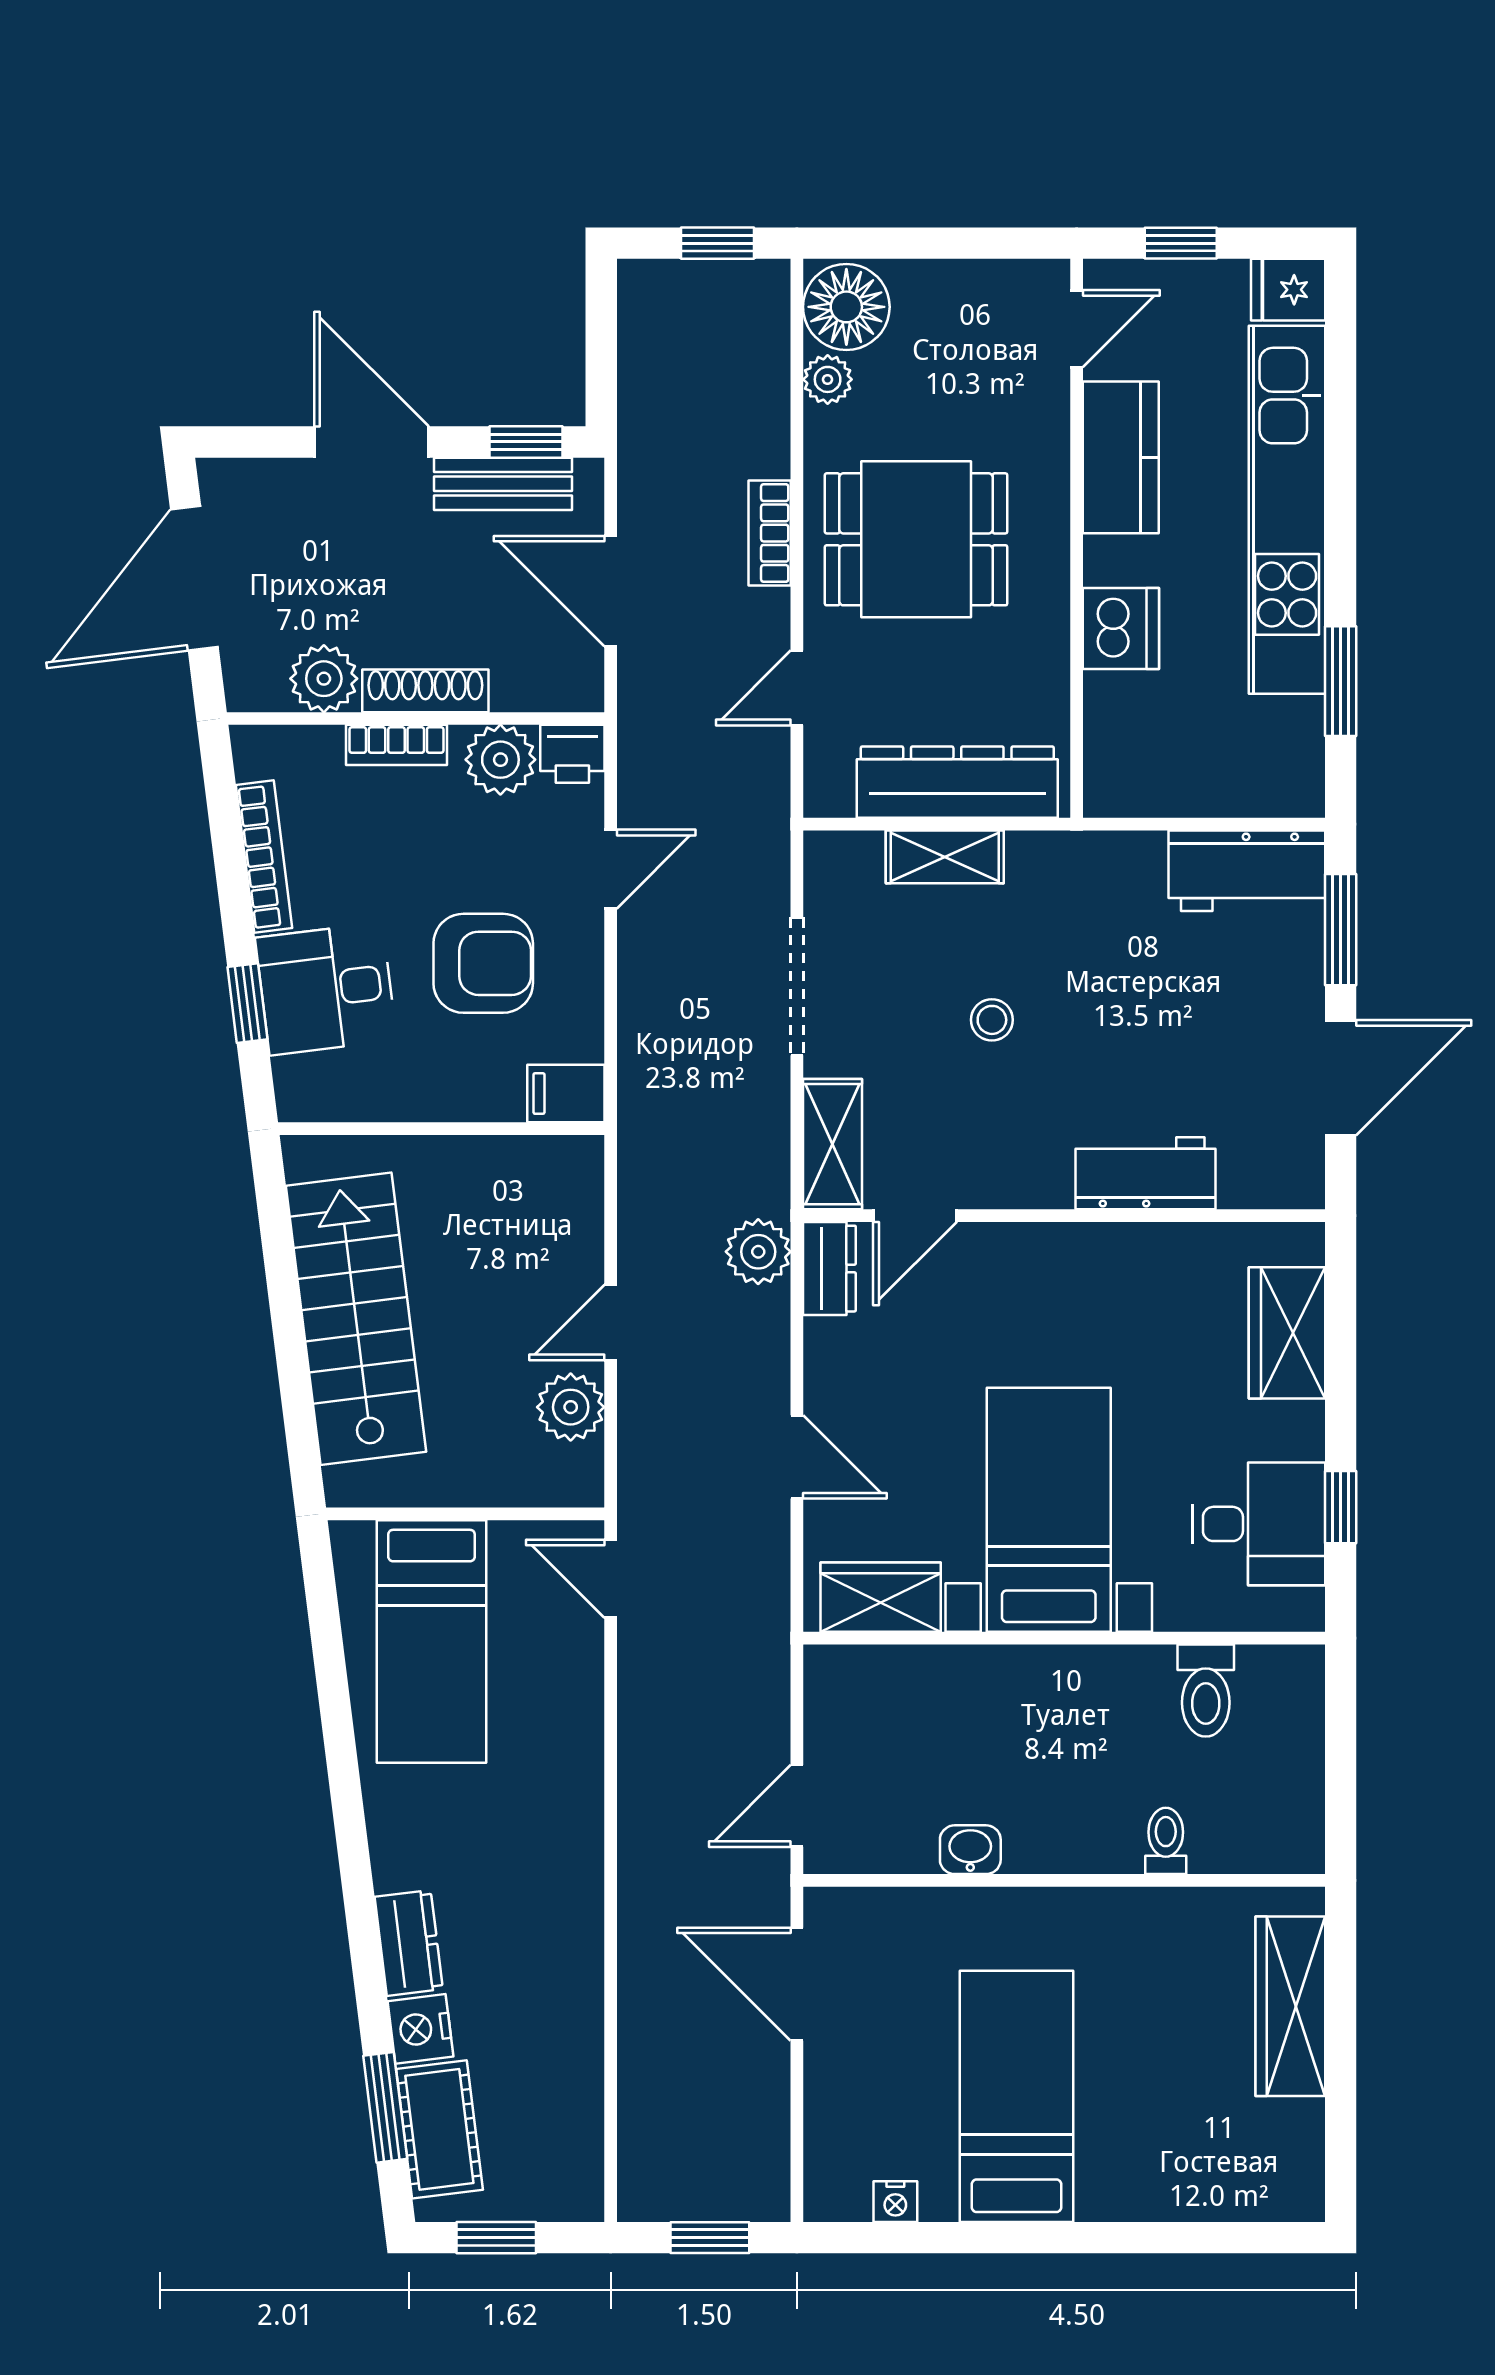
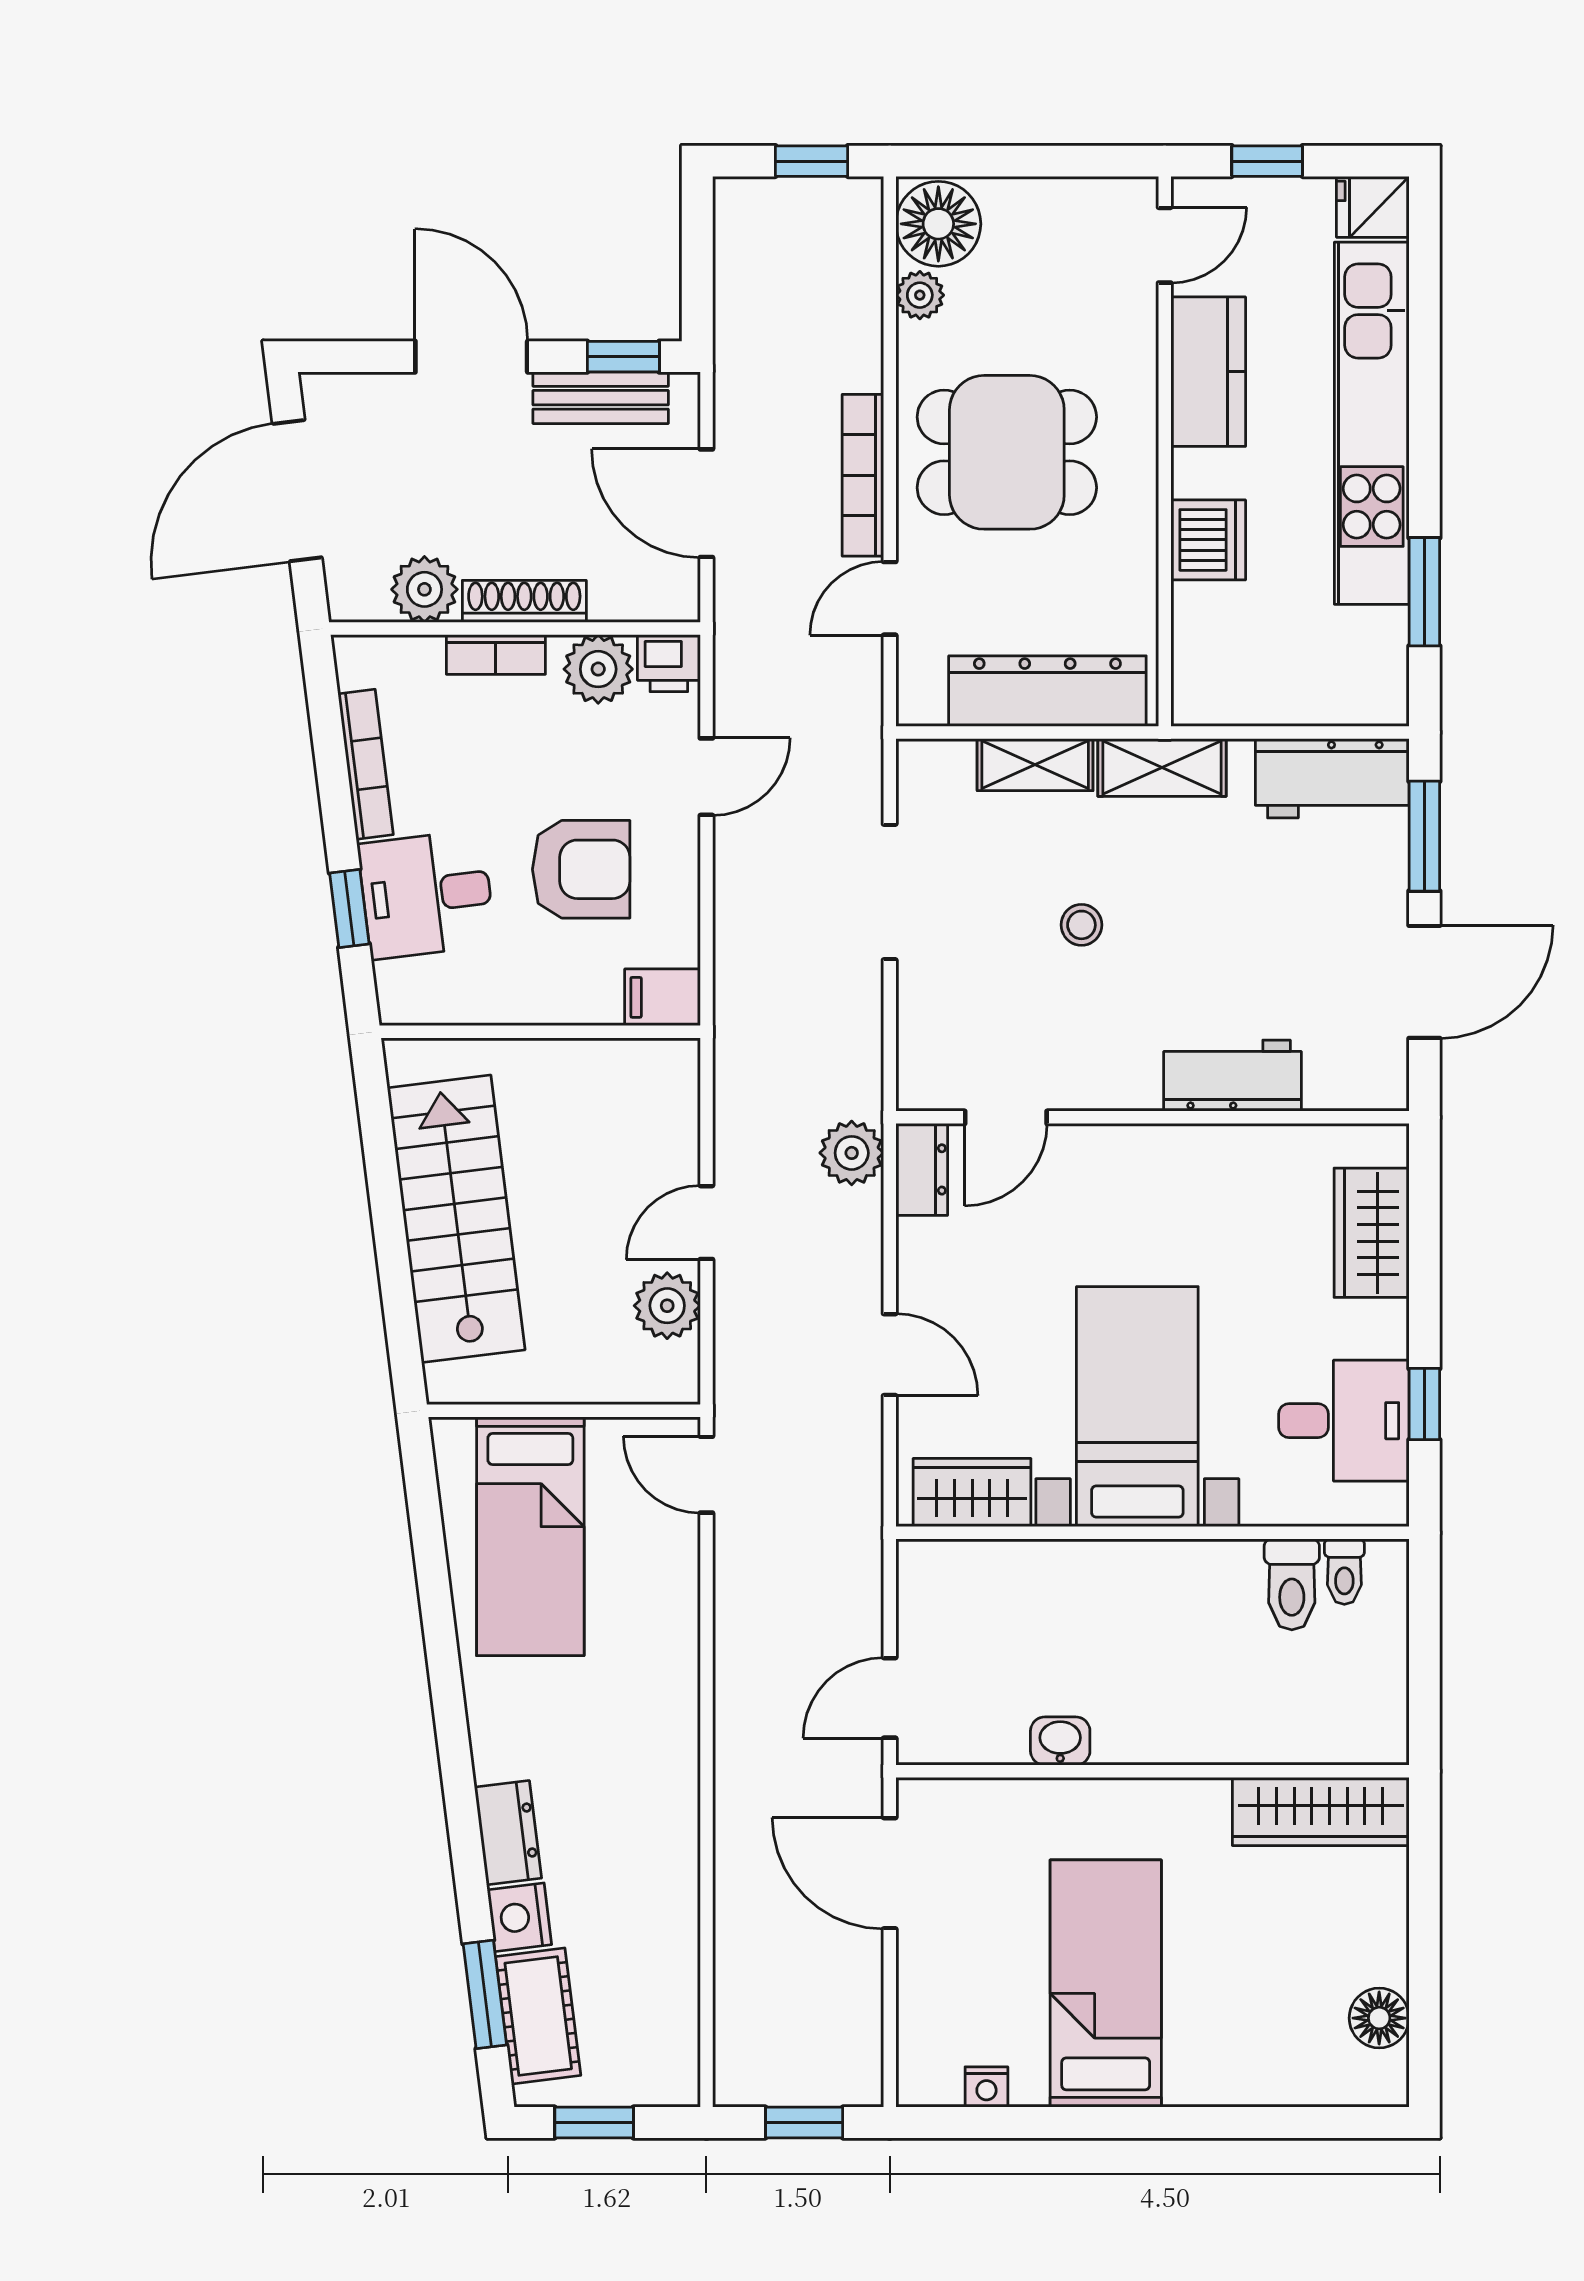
bookcase: (770, 533) -> (863, 475), width x1.56
shelving: (833, 1144) -> (1162, 767), moved, turned 90
toilet: (1166, 1841) -> (1344, 1572), moved, turned 180
wardrobe: (1290, 2006) -> (1321, 1811), moved, turned -90
floor lamp: (1295, 2131) -> (1379, 2018), added

